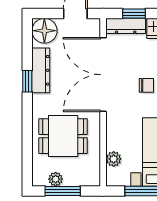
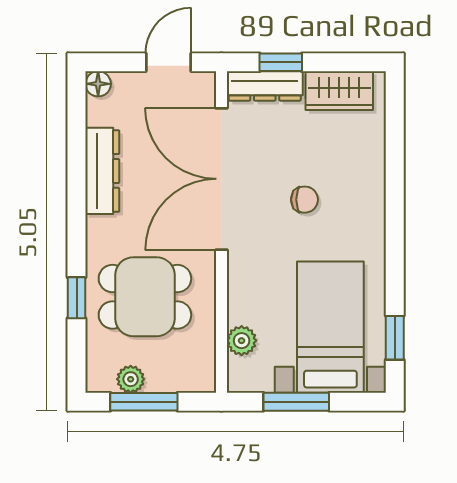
floor lamp: (44, 31) -> (98, 84), width x0.53, depth x0.53
window: (27, 81) -> (77, 298), moved

